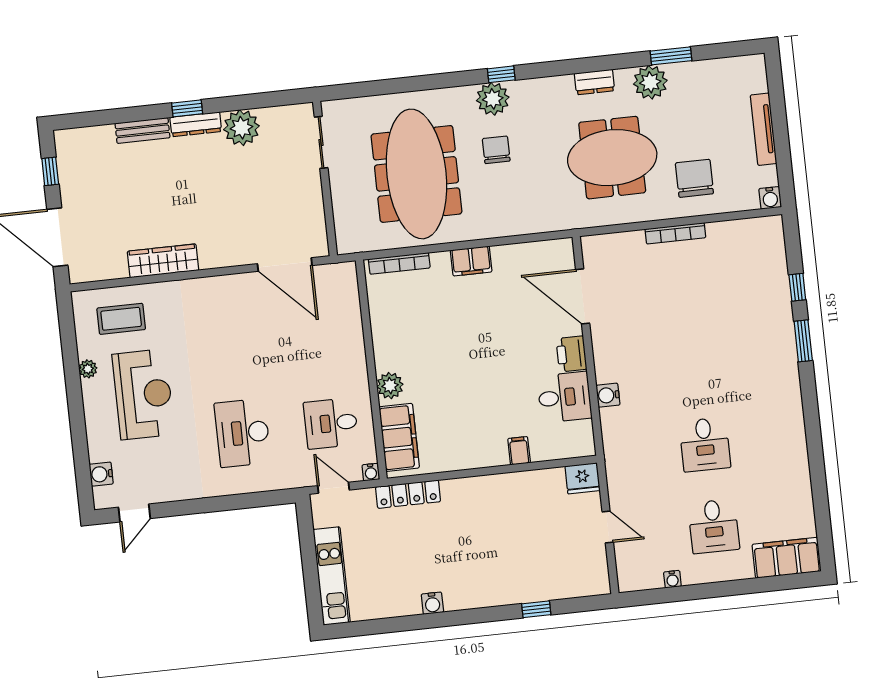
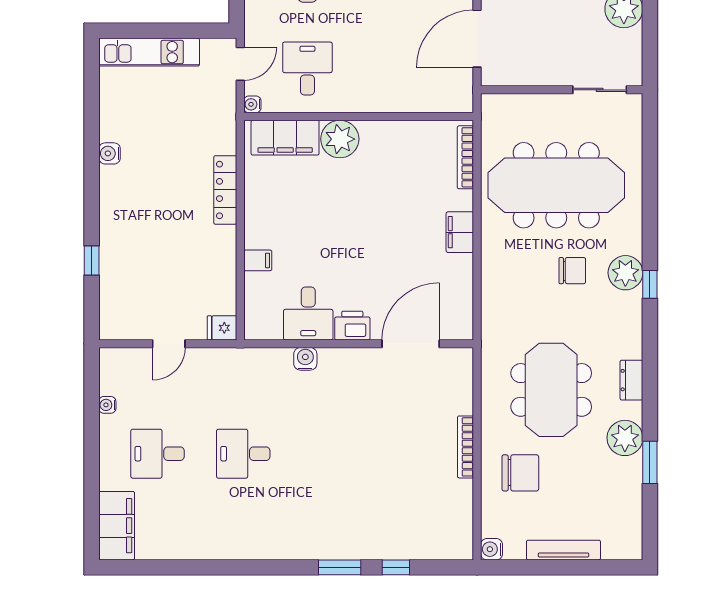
plant: (390, 386) -> (340, 139), width x1.36, depth x1.36
fridge: (583, 478) -> (222, 328), width x0.72
locker: (408, 494) -> (225, 190), moved

